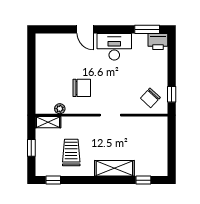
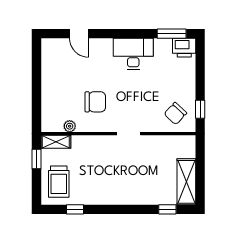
door: (85, 29) -> (79, 34), moved
window: (31, 148) -> (37, 159), moved
trolley: (71, 152) -> (59, 182), moved, turned 180
shelving: (114, 168) -> (186, 182), moved, turned 90
window: (53, 180) -> (75, 209), moved

